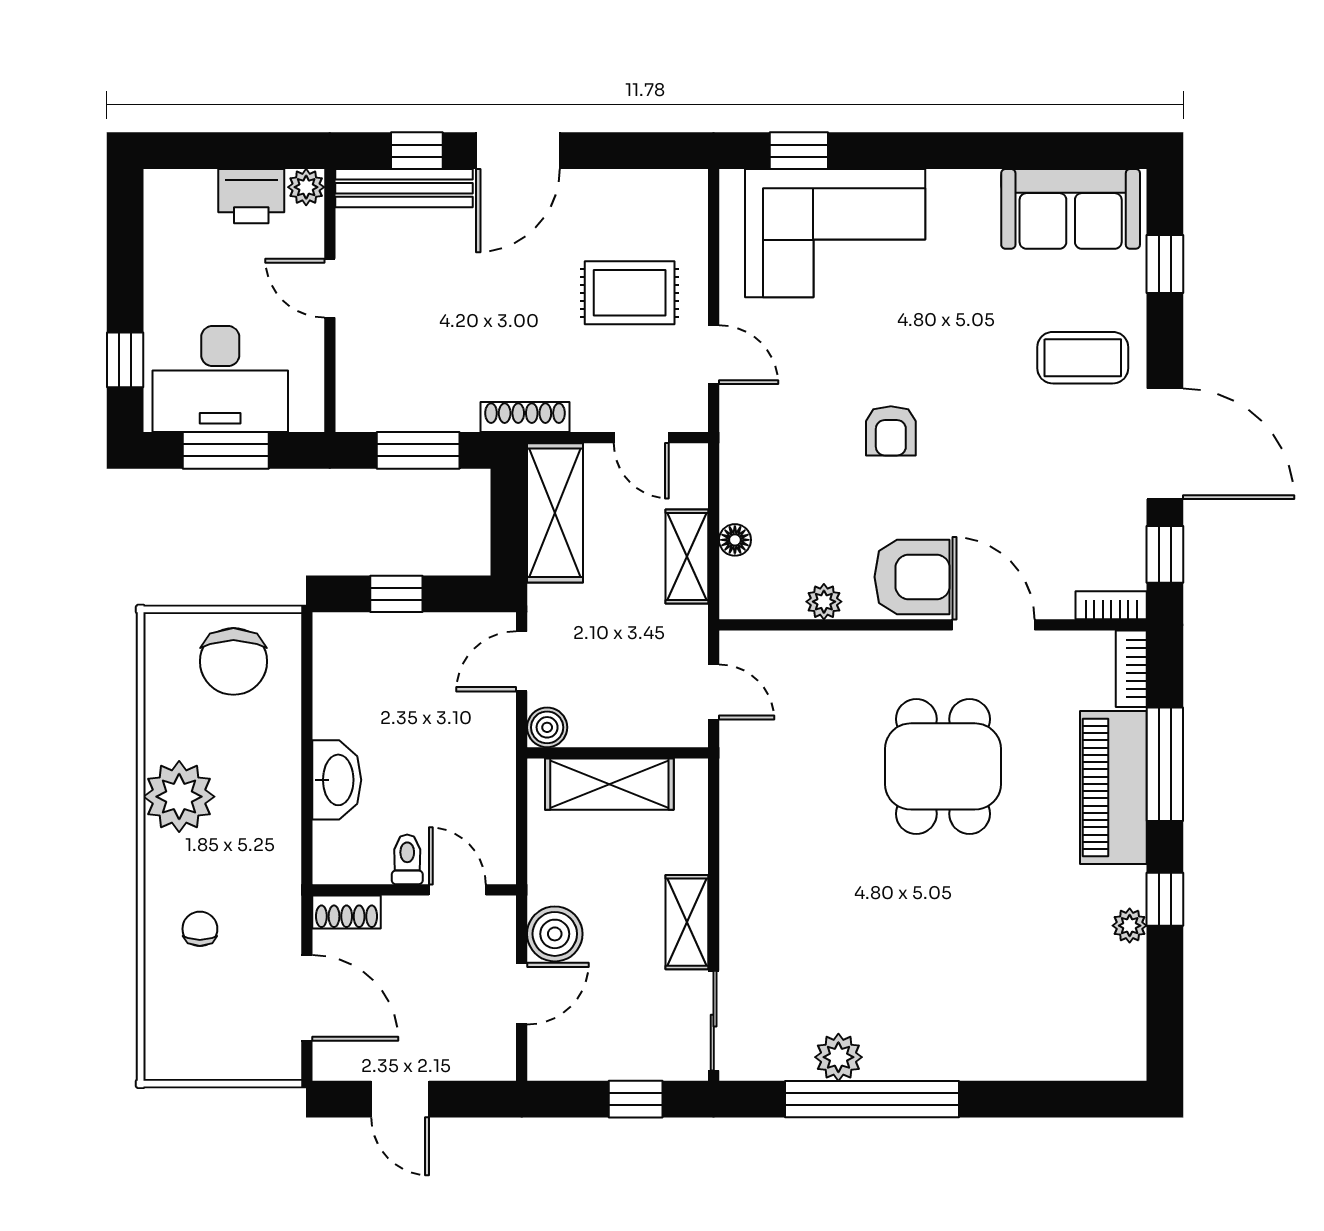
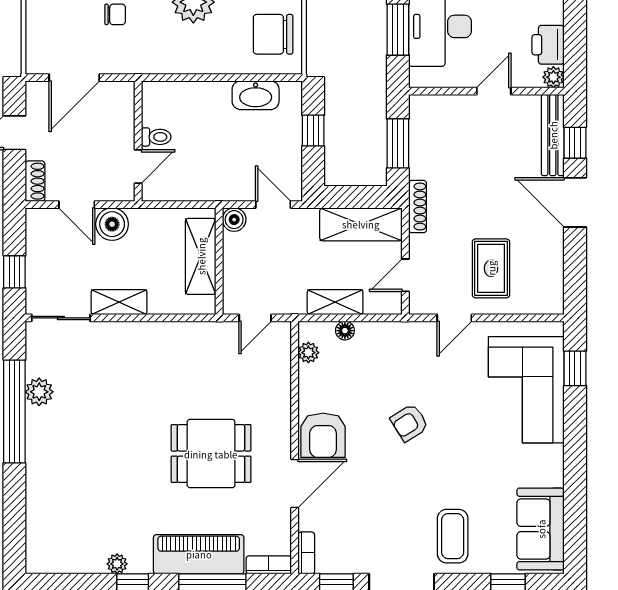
armchair: (891, 431) -> (409, 423), turned -32
plant: (824, 602) -> (308, 353), moved
washbasin: (337, 780) -> (256, 95), moved
shoe rack: (347, 912) -> (35, 181), moved, turned 180

